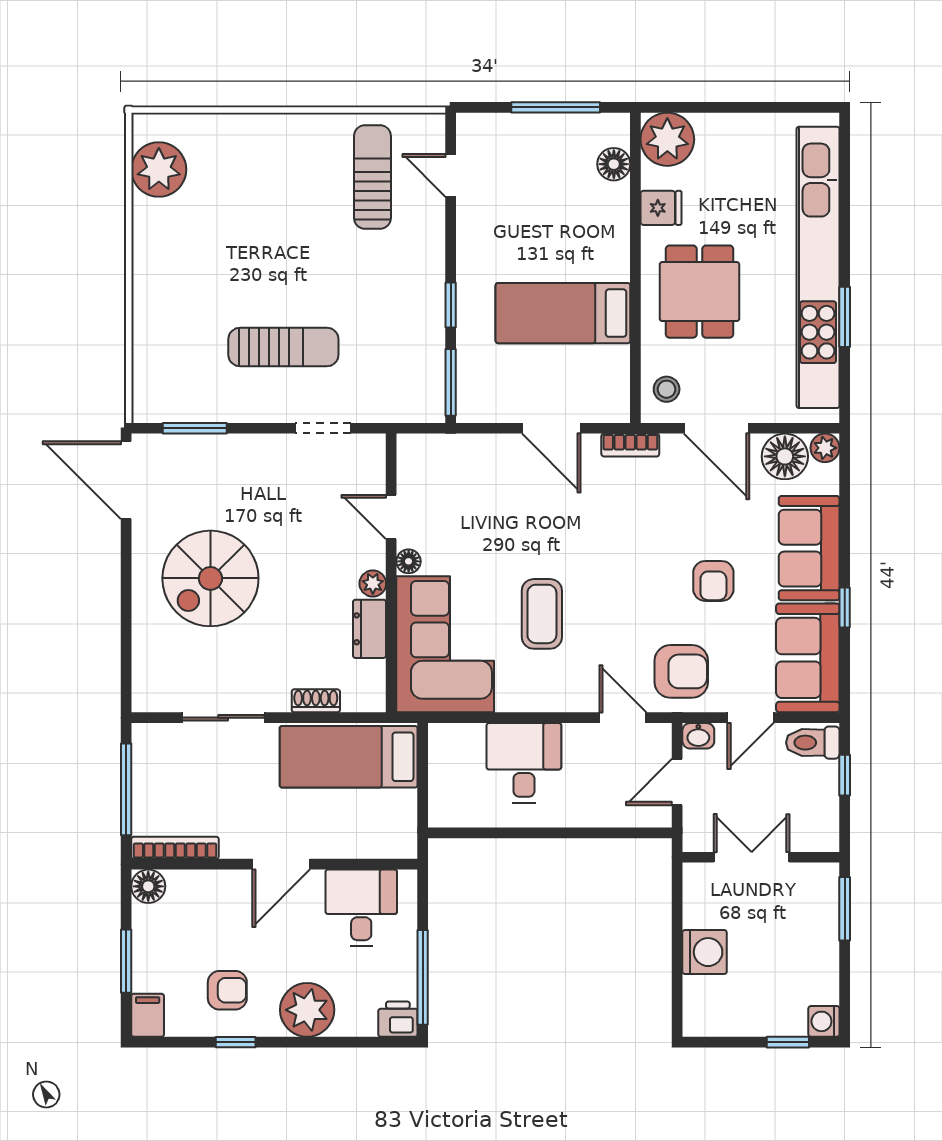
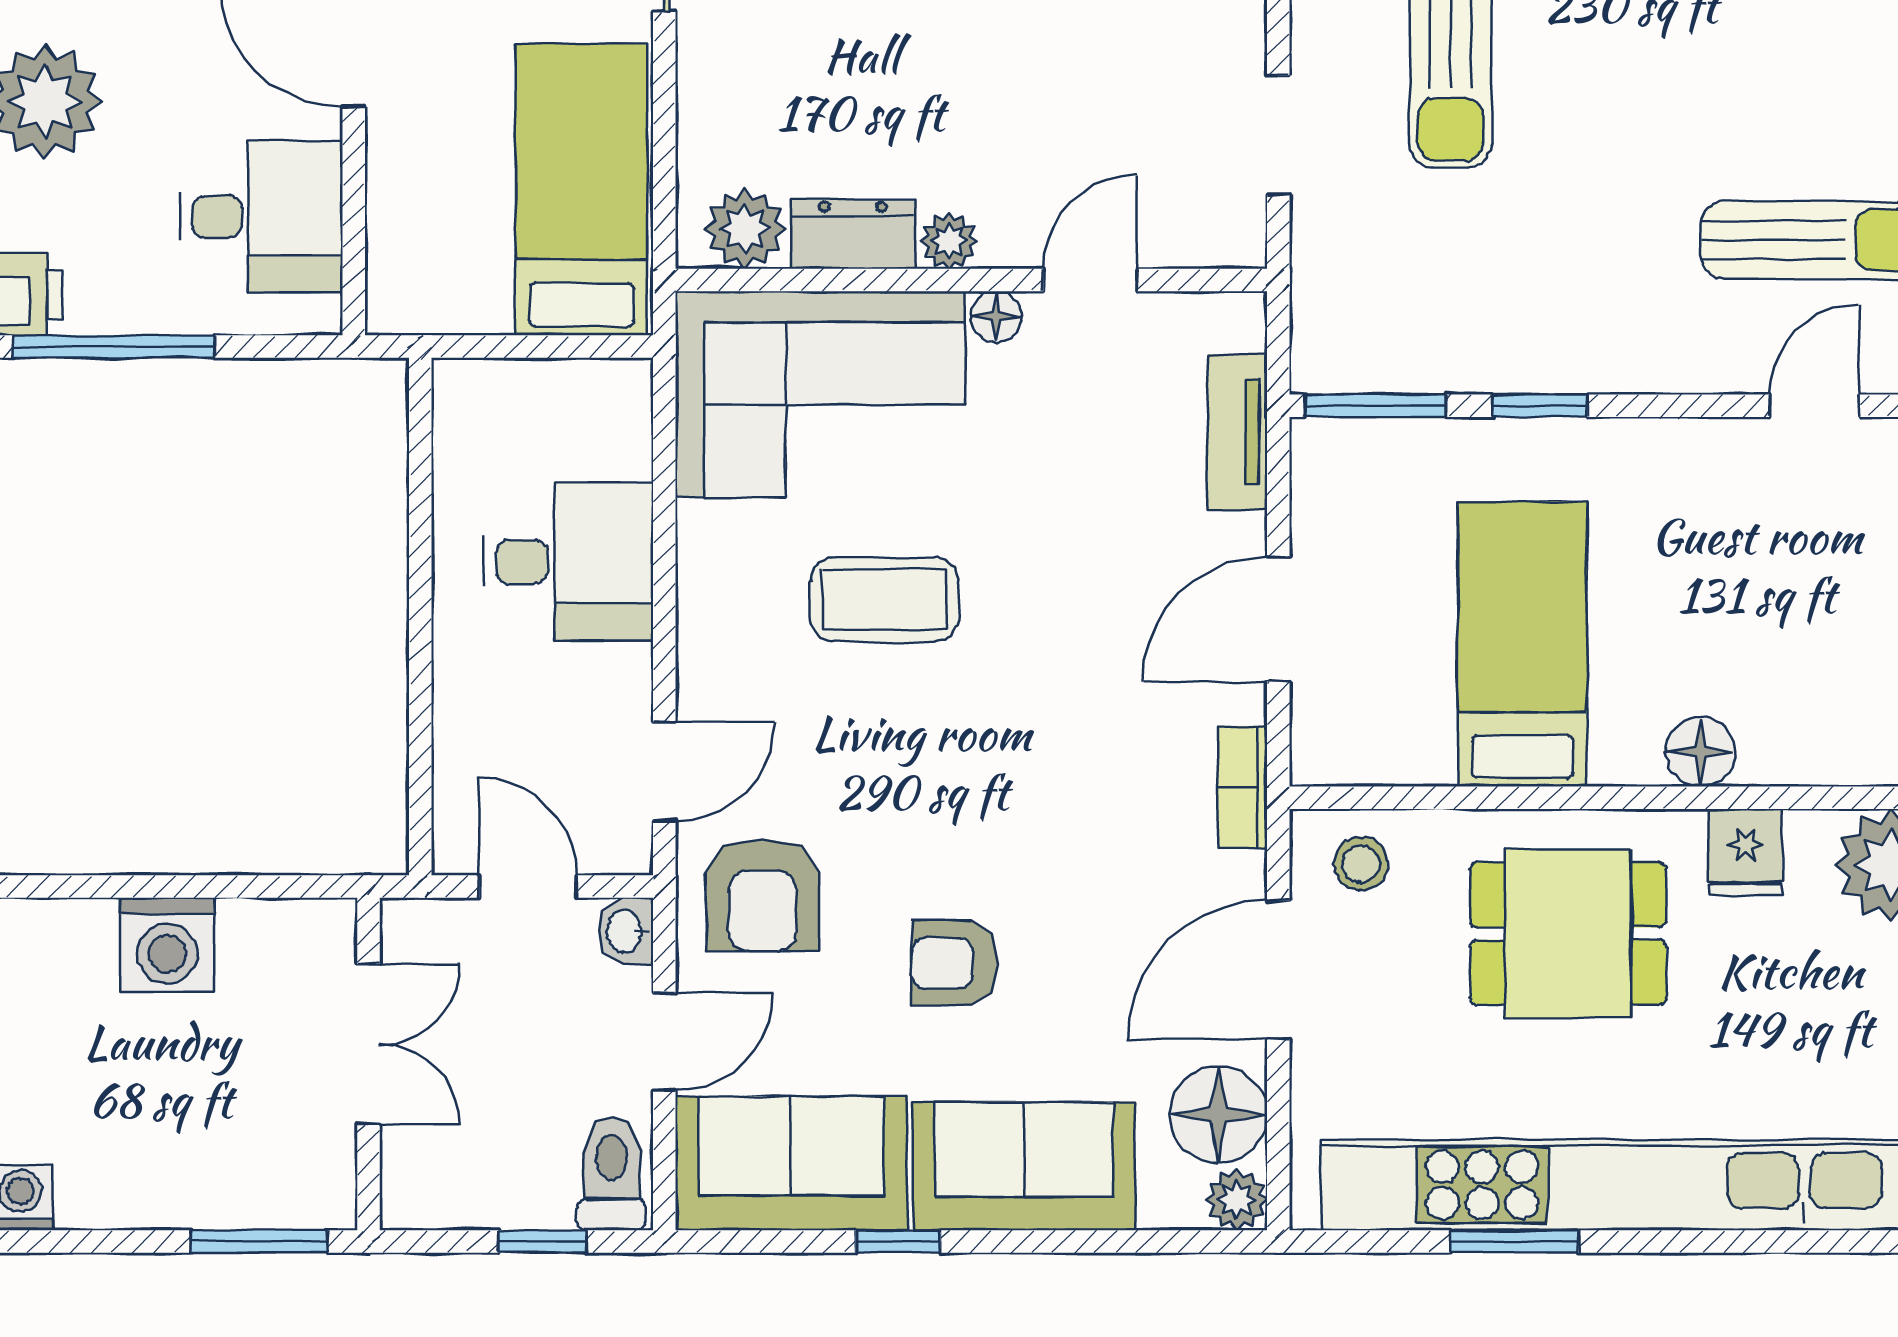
floor lamp: (614, 164) -> (1700, 752), moved
tv unit: (463, 447) -> (1237, 432), added
plant: (367, 680) -> (745, 229), added
shoe rack: (316, 701) -> (700, 120), removed
door: (750, 718) -> (664, 1042), swing flipped

